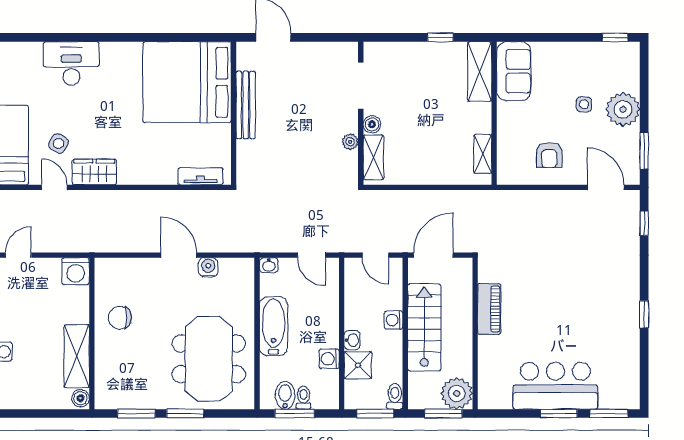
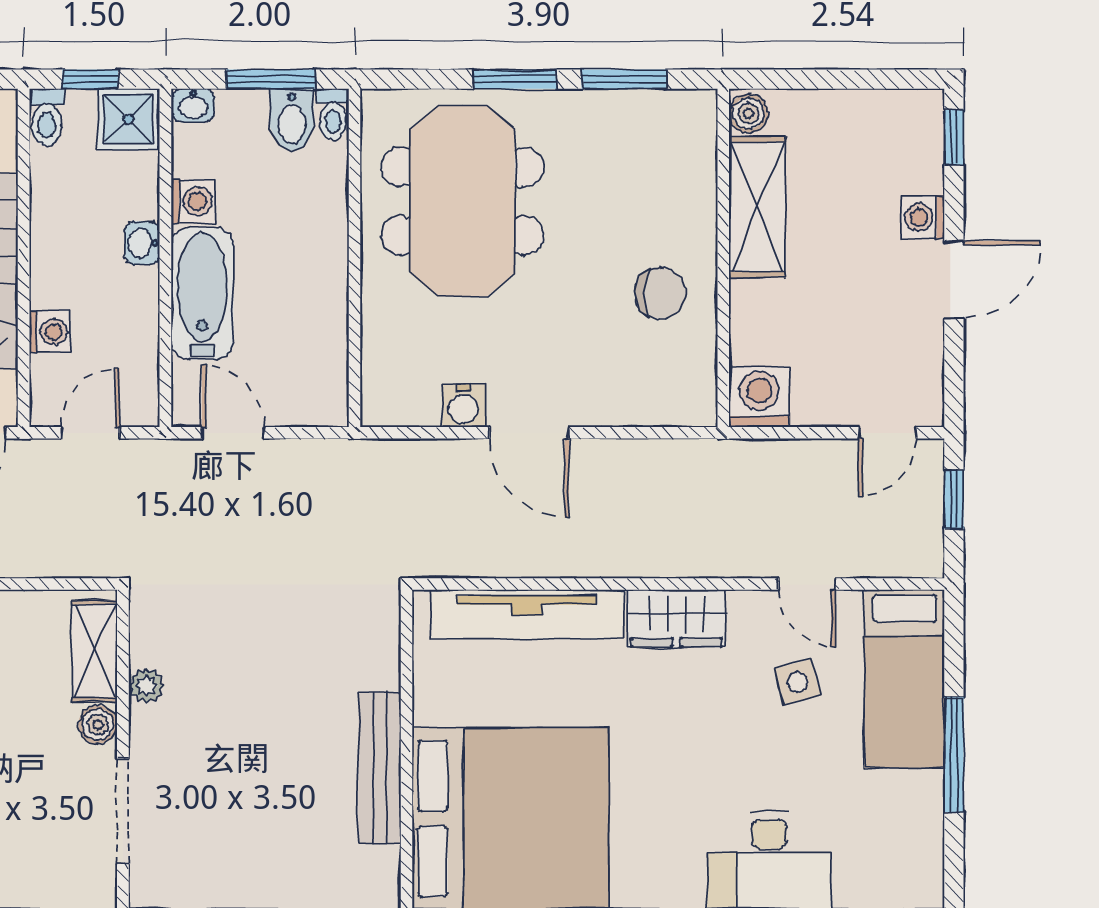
side table: (58, 143) -> (798, 682), turned 45
wardrobe: (94, 172) -> (676, 618), moved
tv unit: (200, 176) -> (527, 614), width x1.92, depth x1.29
door: (375, 255) -> (90, 433), hinge flipped
washbasin: (269, 265) -> (193, 105), moved, turned 180
washing machine: (394, 320) -> (50, 332), moved
bathtub: (274, 326) -> (202, 294), moved, turned 180
shower: (358, 365) -> (128, 119), moved
toilet: (304, 398) -> (333, 114), moved
window: (375, 413) -> (90, 79), width x0.67

